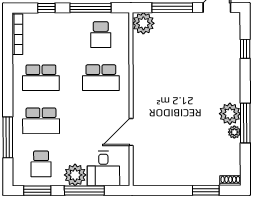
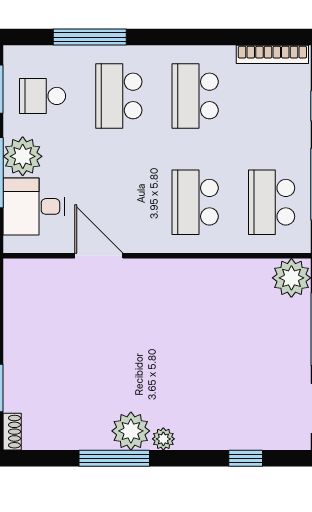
school desk: (101, 35) -> (272, 202), width x1.85
plant: (234, 132) -> (163, 439), moved

